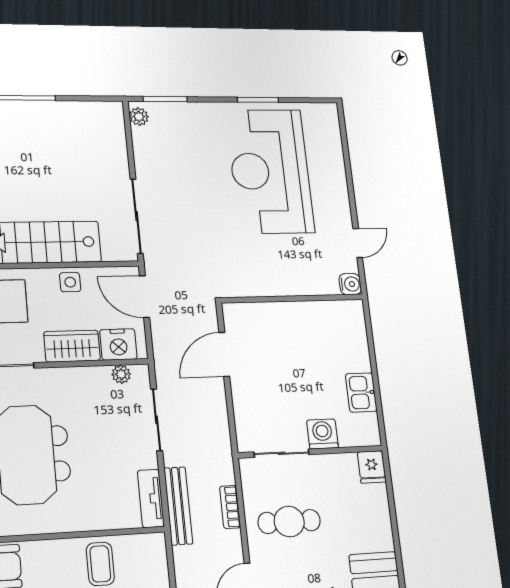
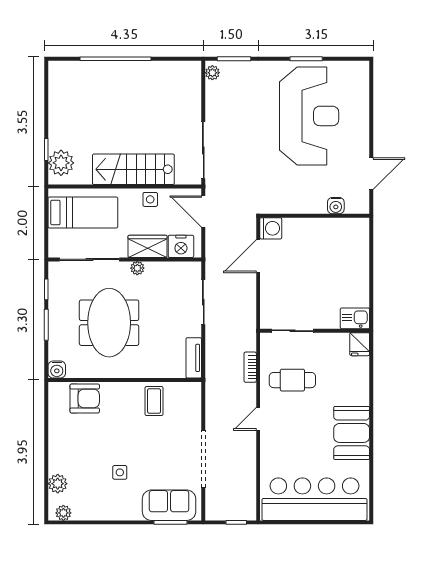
reception desk: (270, 171) -> (309, 116), turned 180
door: (358, 243) -> (371, 174), width x1.38
water cooler: (350, 284) -> (336, 206), moved, turned 90
plant: (121, 374) -> (137, 268), moved
kitchen sink: (361, 392) -> (355, 318), moved, turned 90
washing machine: (322, 434) -> (271, 228), moved, turned 90
bench: (178, 506) -> (213, 364), removed

